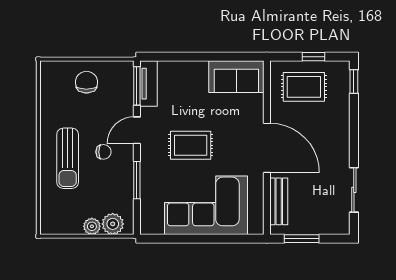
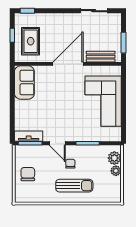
chair: (86, 82) -> (28, 174), turned 90
rug: (191, 145) -> (66, 110), removed

